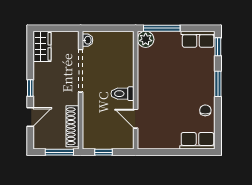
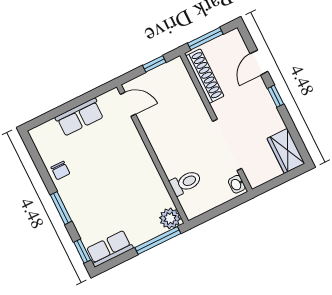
toilet: (122, 94) -> (186, 183), moved
door: (136, 119) -> (128, 104), moved
row of seats: (197, 141) -> (80, 117), moved

